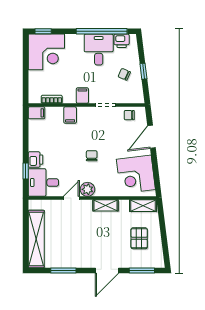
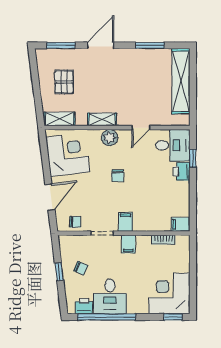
filing cabinet: (70, 115) -> (125, 222), moved
plant: (87, 189) -> (110, 138), moved

